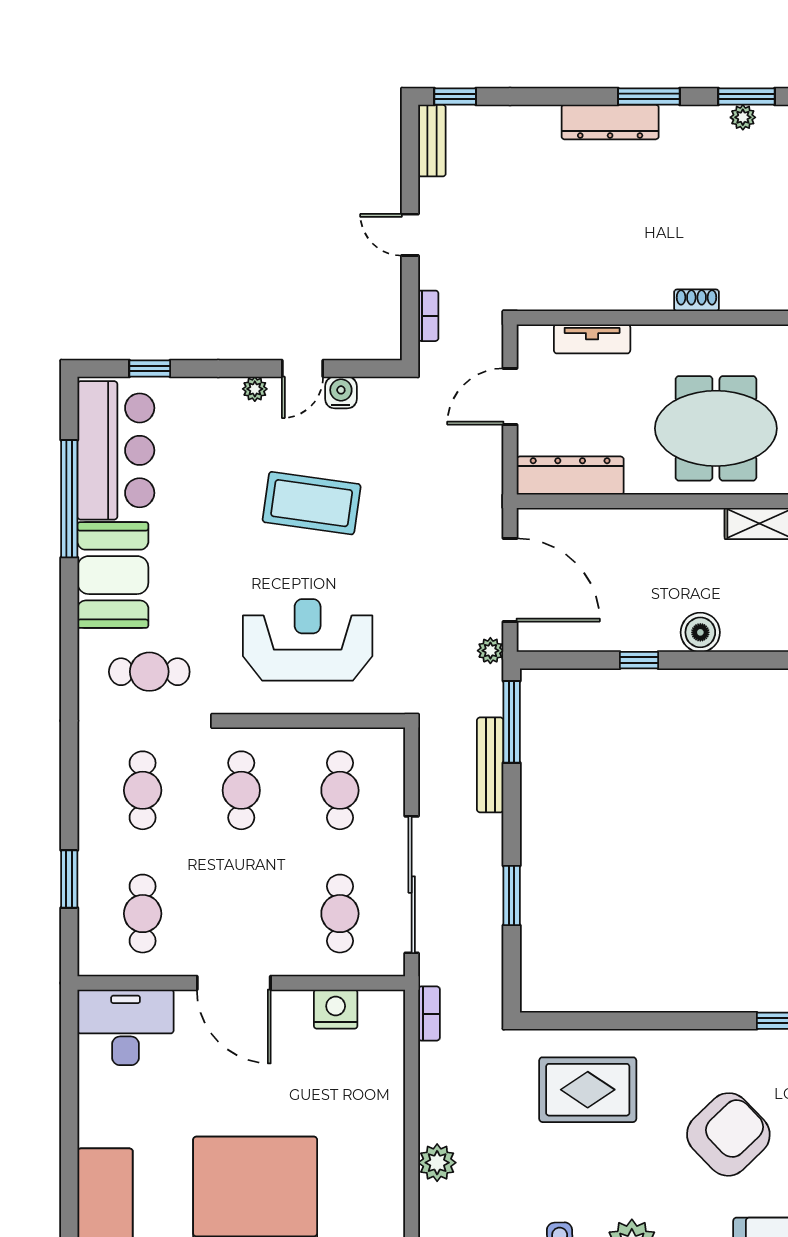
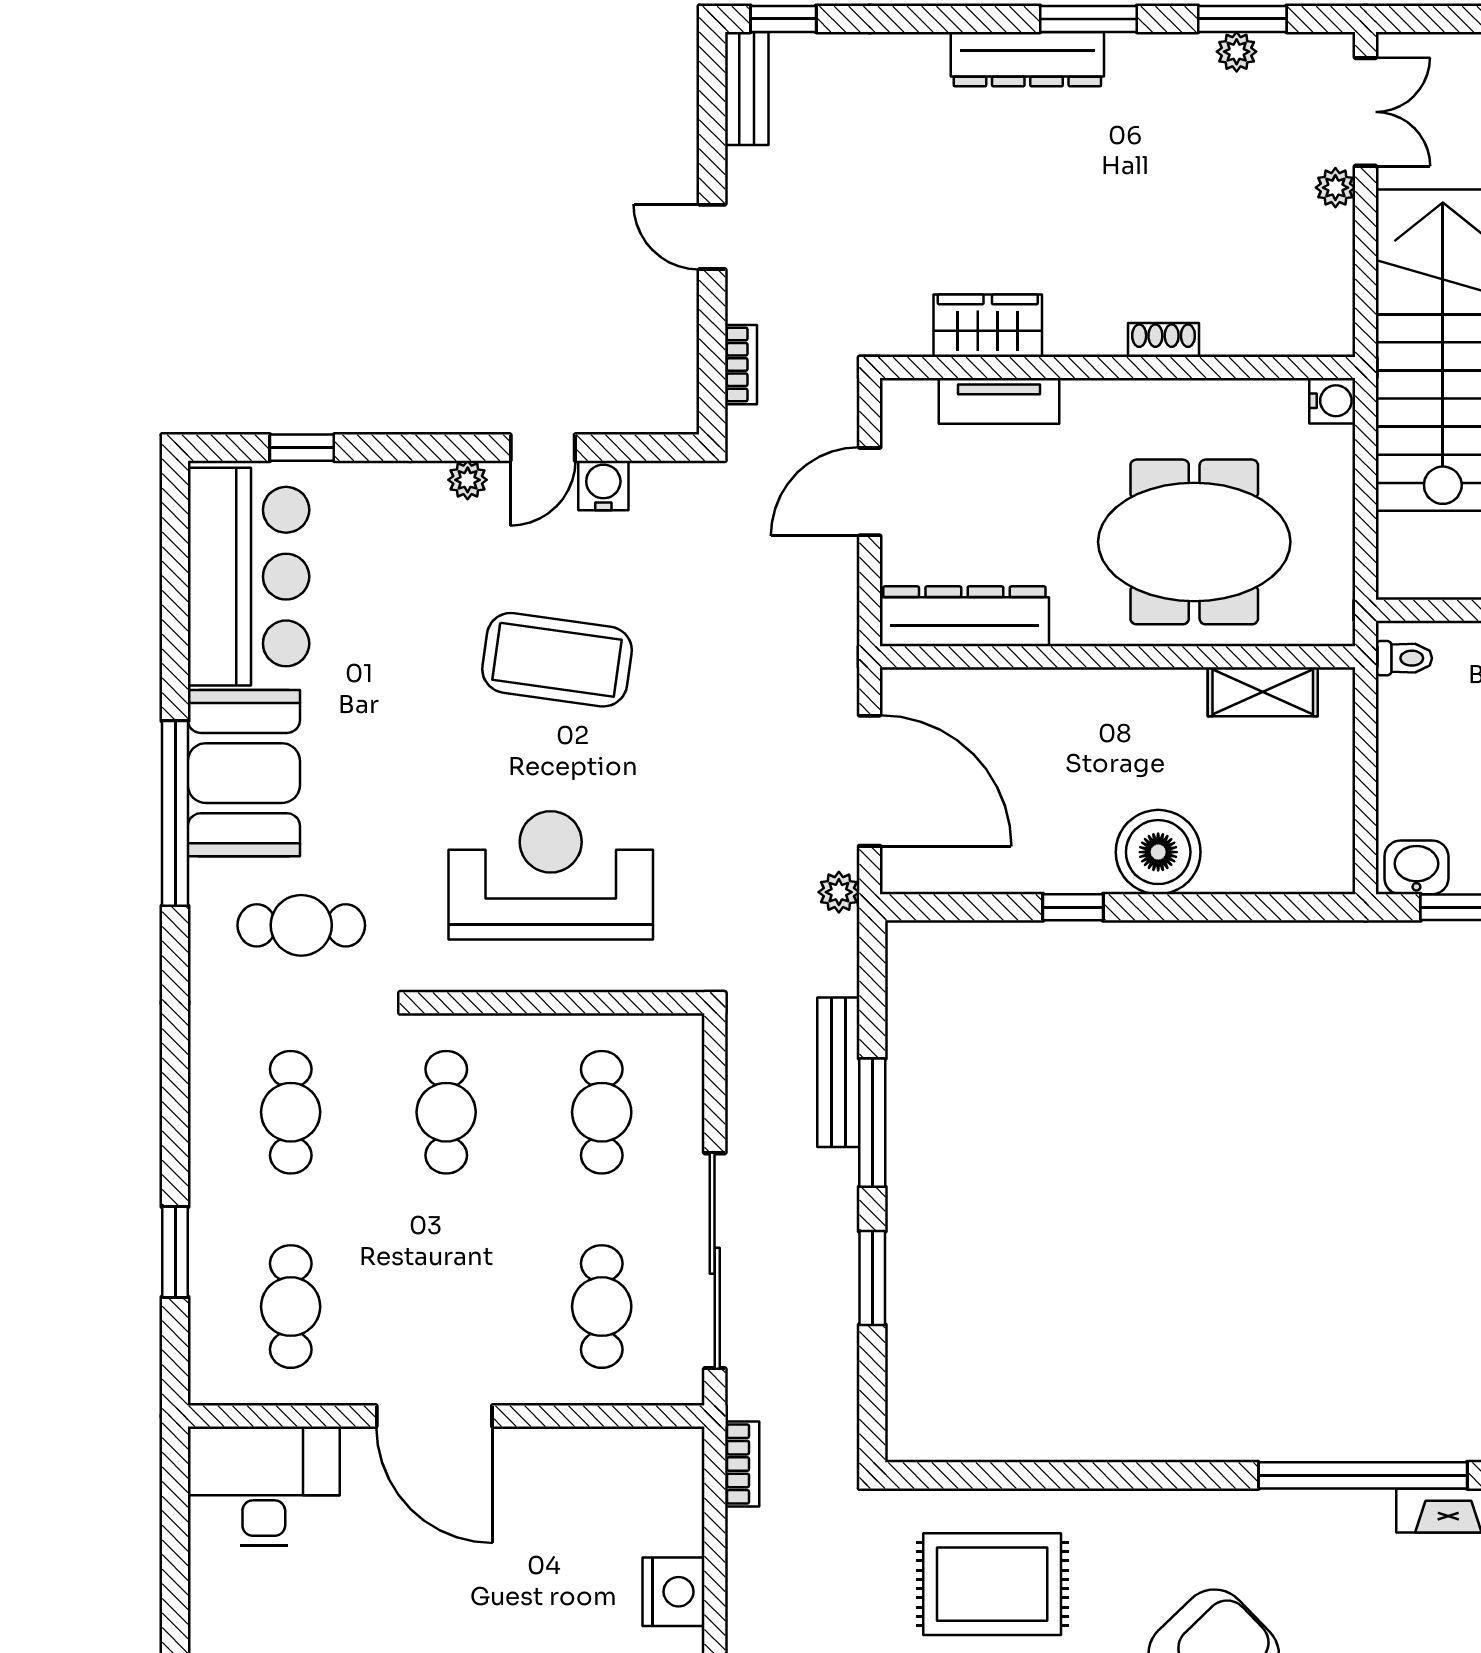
wardrobe: (585, 291) -> (988, 326), added
window: (69, 499) -> (175, 813), moved
boiler: (700, 632) -> (1158, 852), width x1.37, depth x1.37
window: (512, 722) -> (872, 1123), moved
nightstand: (336, 1009) -> (674, 1592), moved, turned 90

